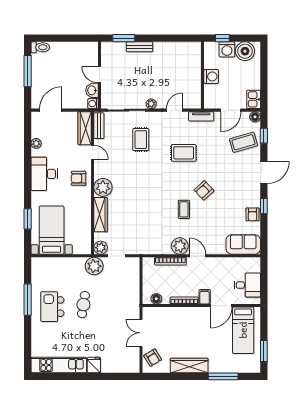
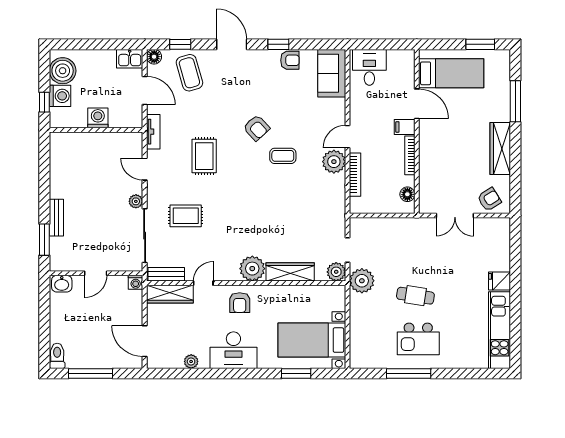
washbasin: (92, 90) -> (62, 284), moved
desk: (247, 285) -> (369, 67), moved

